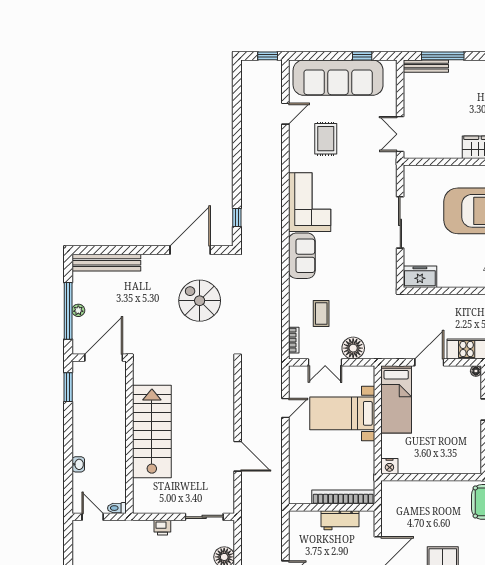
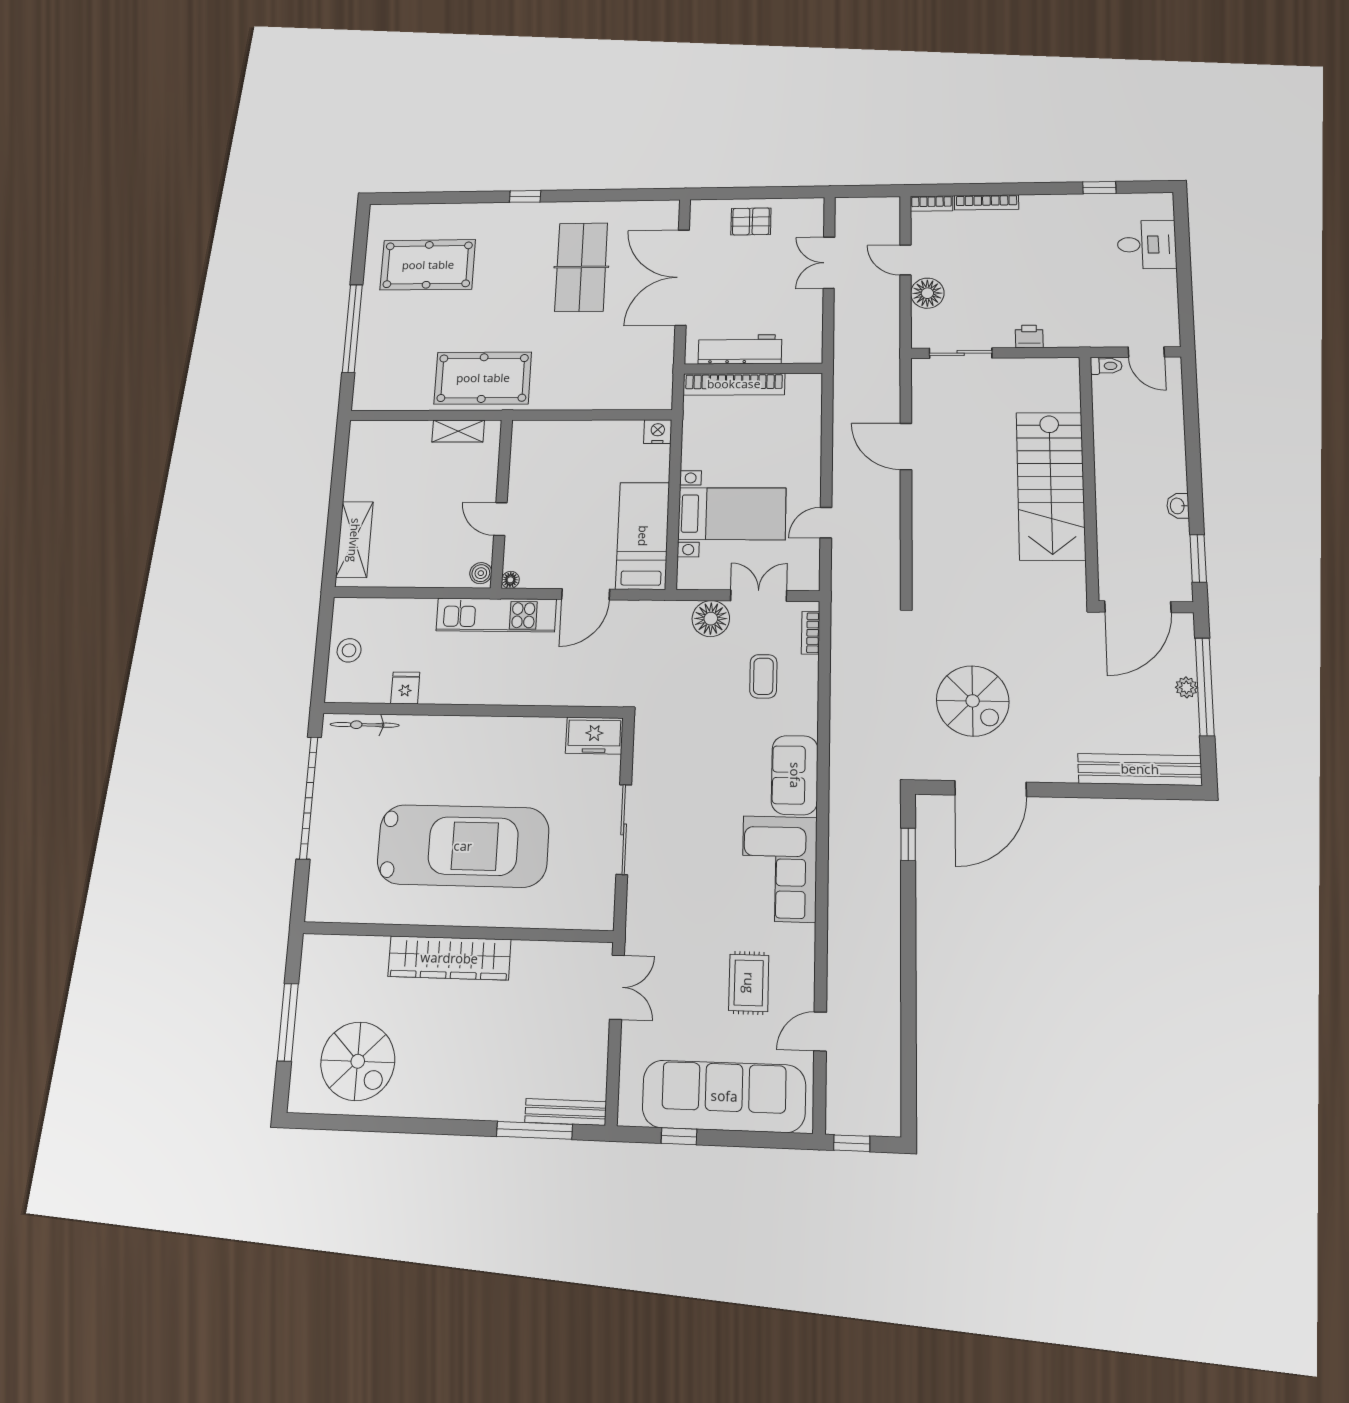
washbasin: (78, 464) -> (1178, 506), moved
workbench: (340, 520) -> (740, 349), width x1.38

